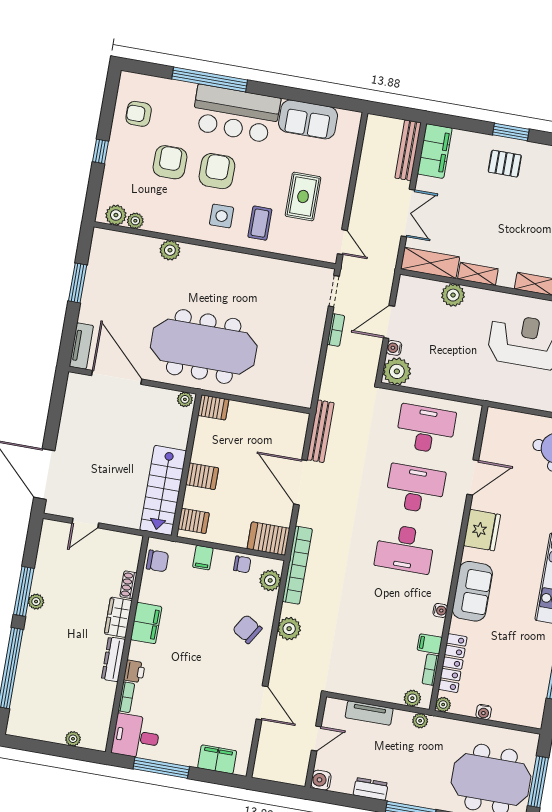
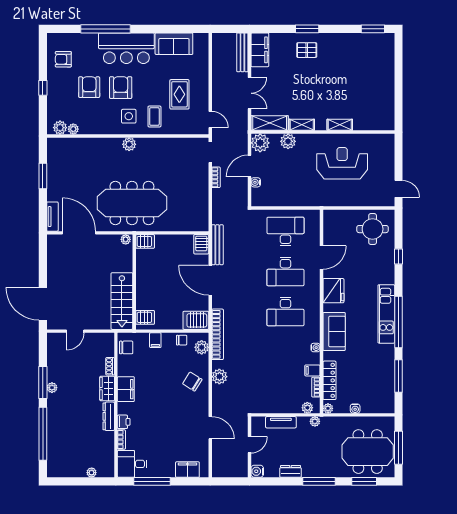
plant: (170, 250) -> (129, 144), moved
plant: (397, 371) -> (260, 143), moved
server rack: (202, 476) -> (201, 244), moved, turned 90
desk: (415, 489) -> (285, 271), turned 180

